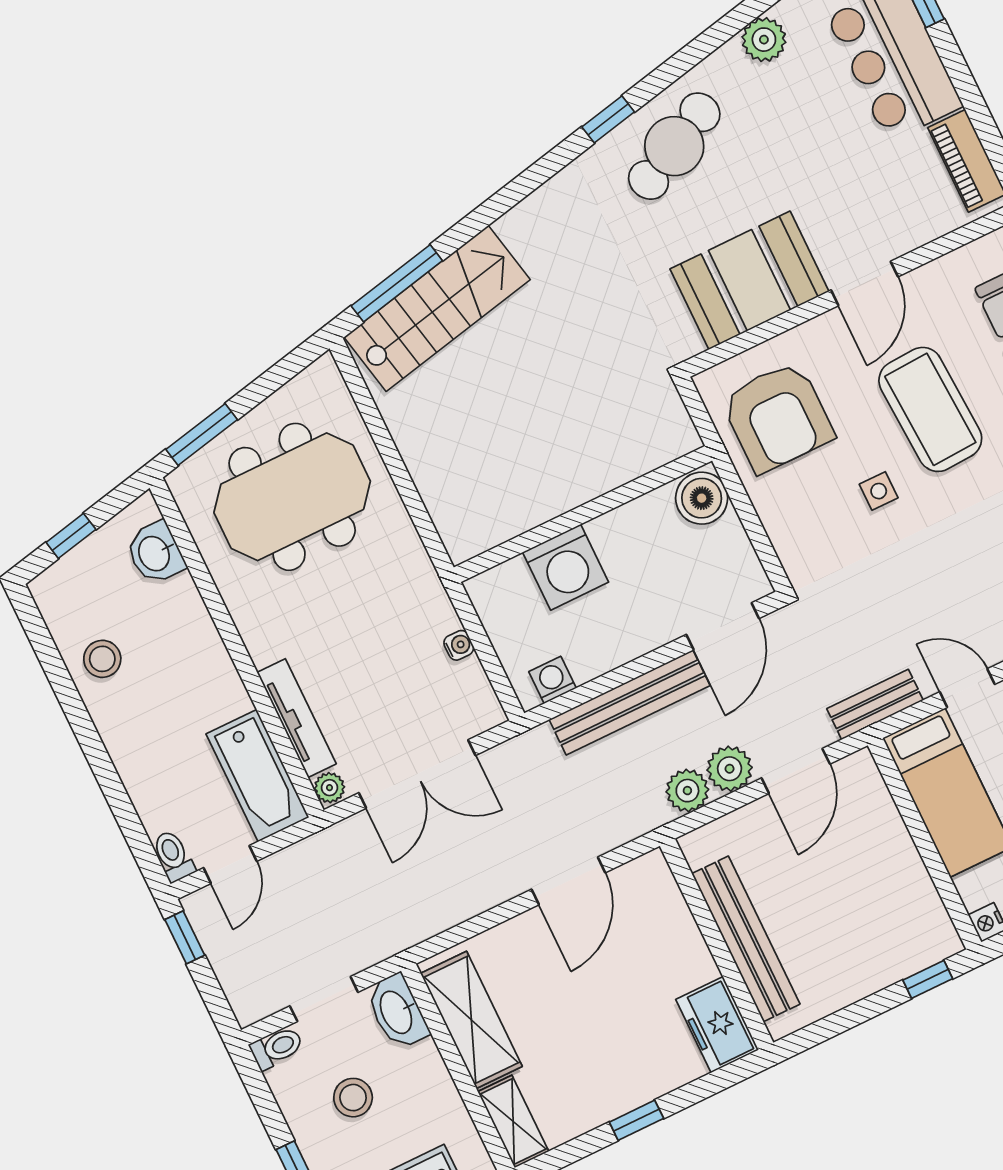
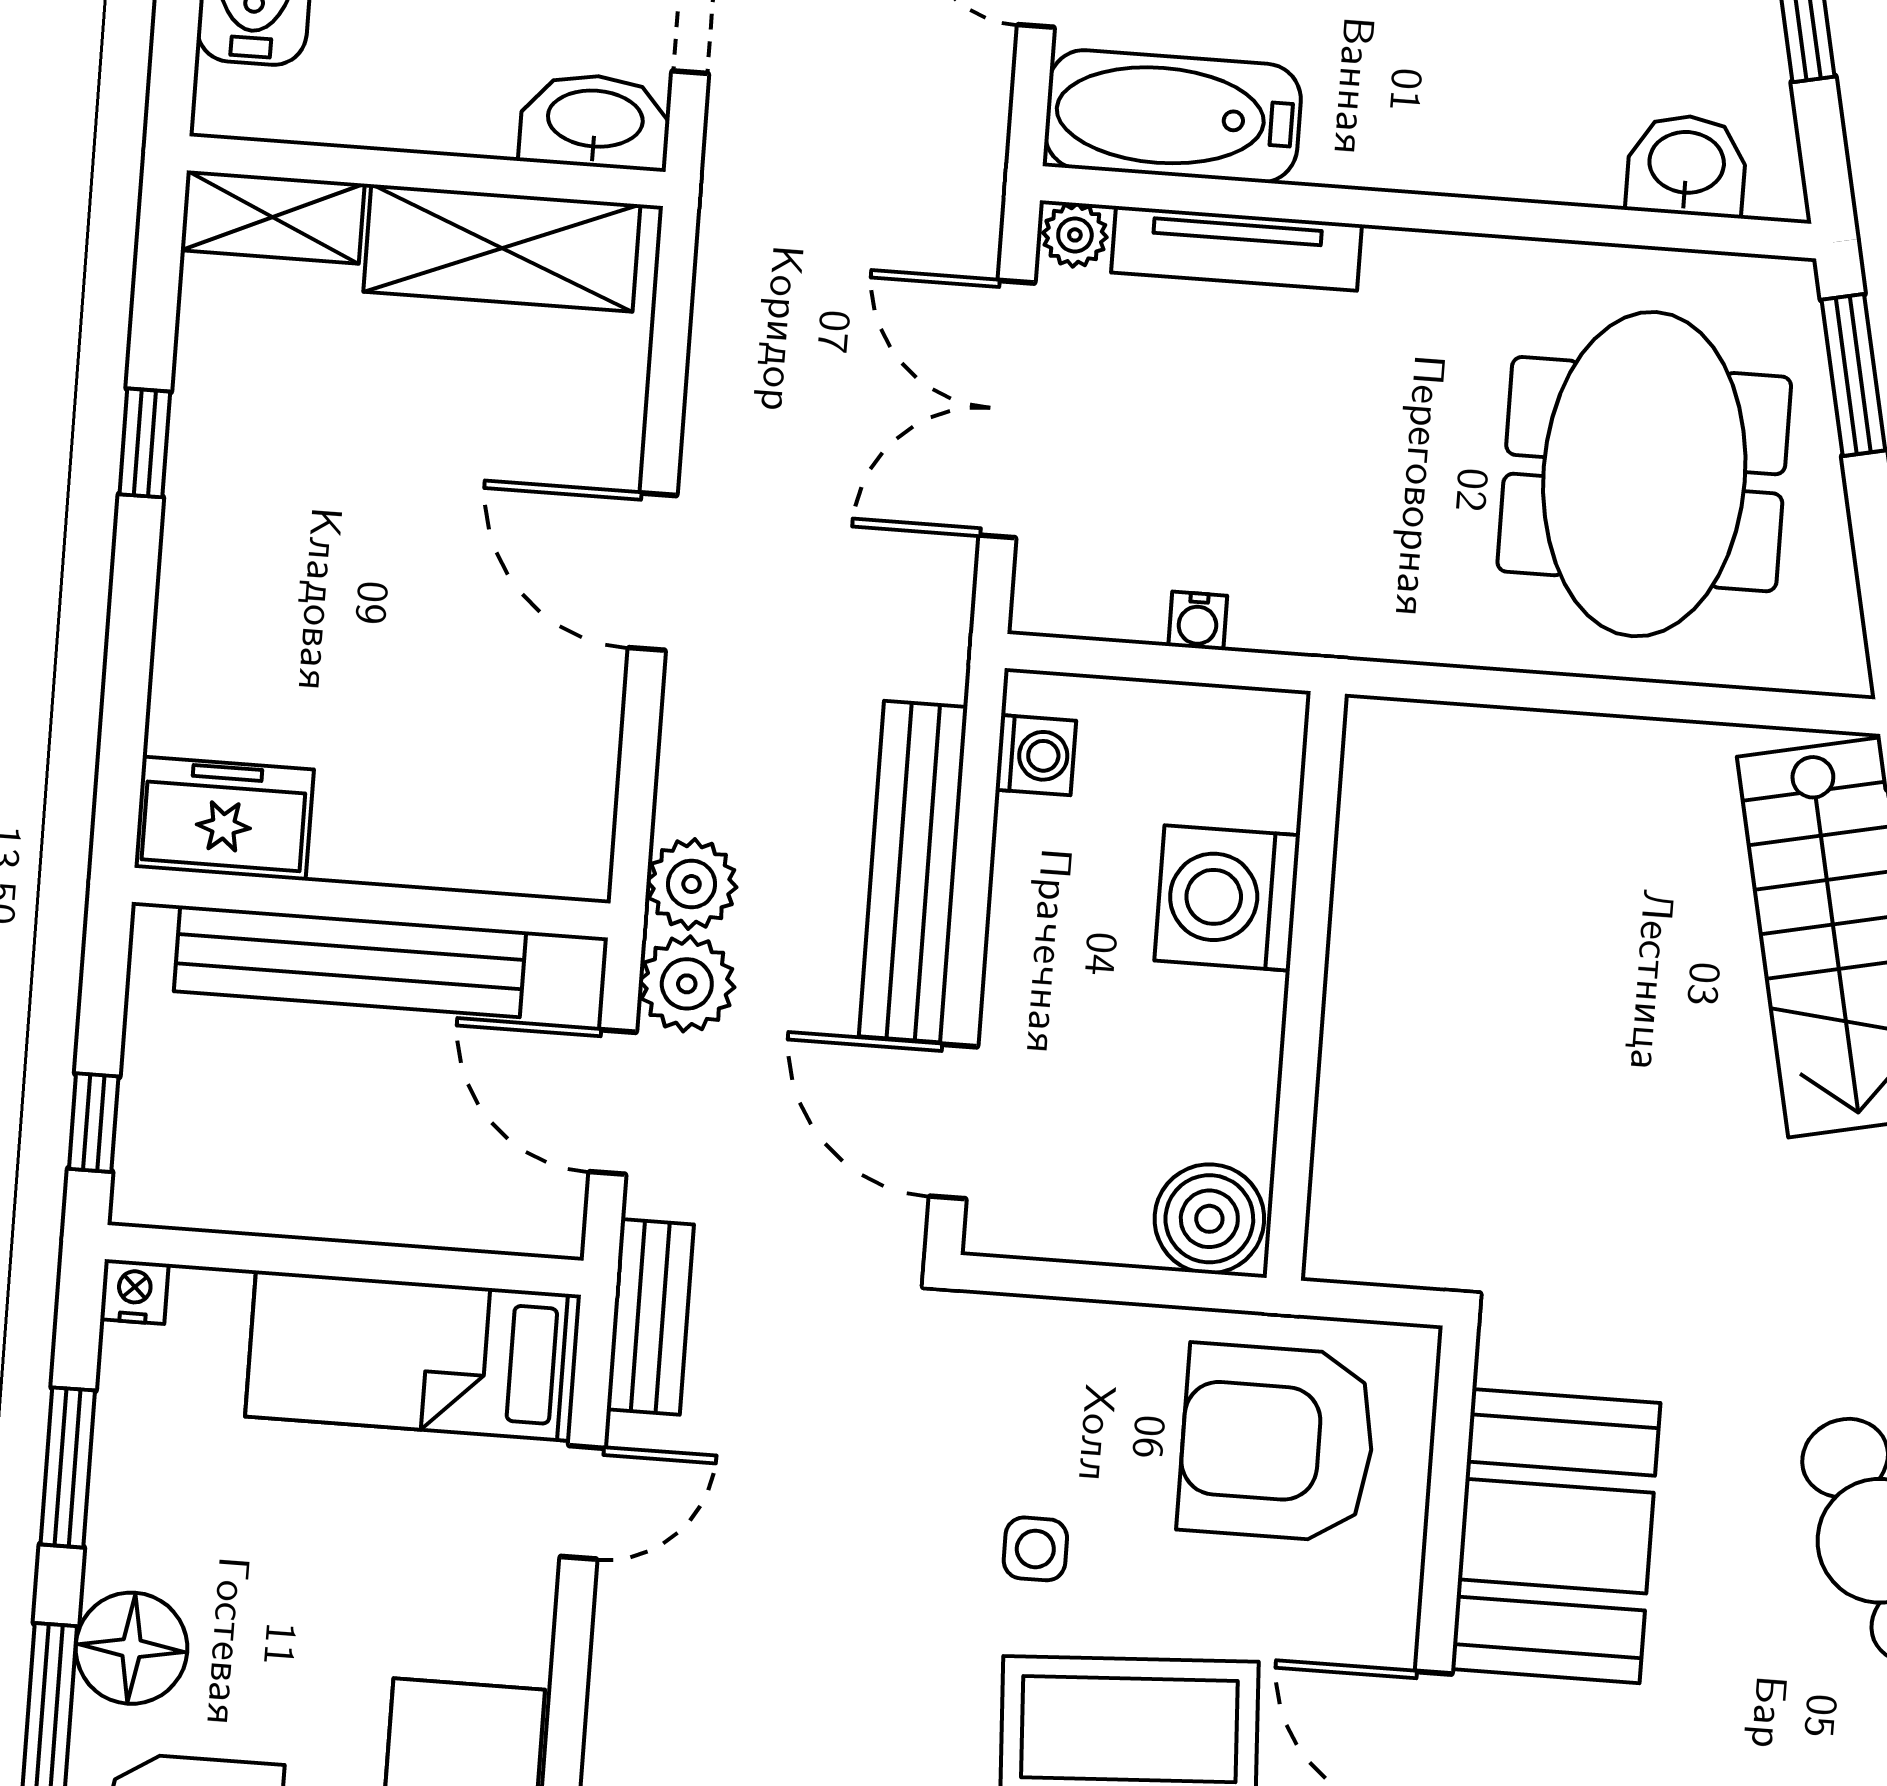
bench: (746, 939) -> (350, 961), moved
wall: (717, 944) -> (371, 903), moved
freezer: (717, 1025) -> (224, 819), moved

